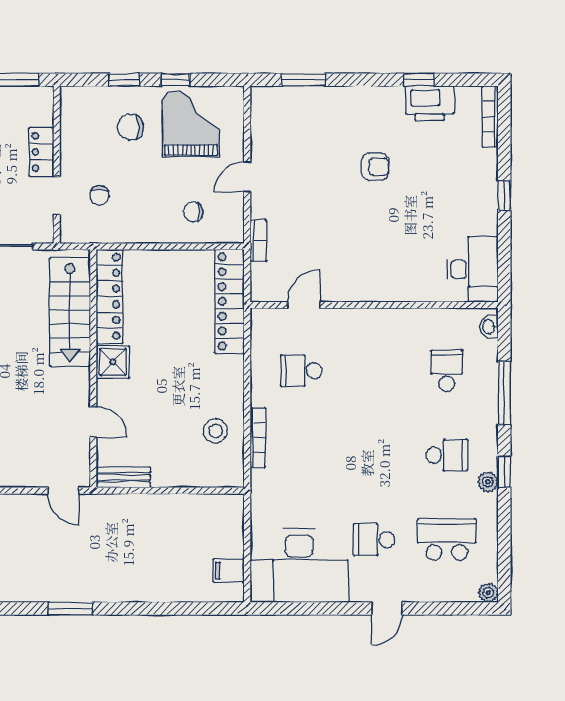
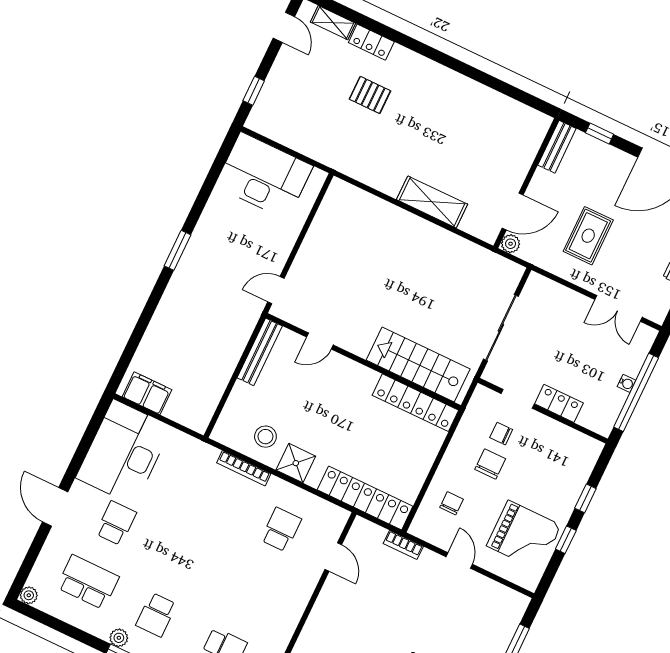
chair: (131, 127) -> (490, 464), moved
shower: (113, 362) -> (296, 463), moved
bench: (123, 477) -> (260, 352), width x1.36
school desk: (447, 540) -> (88, 582), turned -90
filing cabinet: (229, 571) -> (147, 393), width x2.00
door: (387, 608) -> (55, 507), width x1.37

